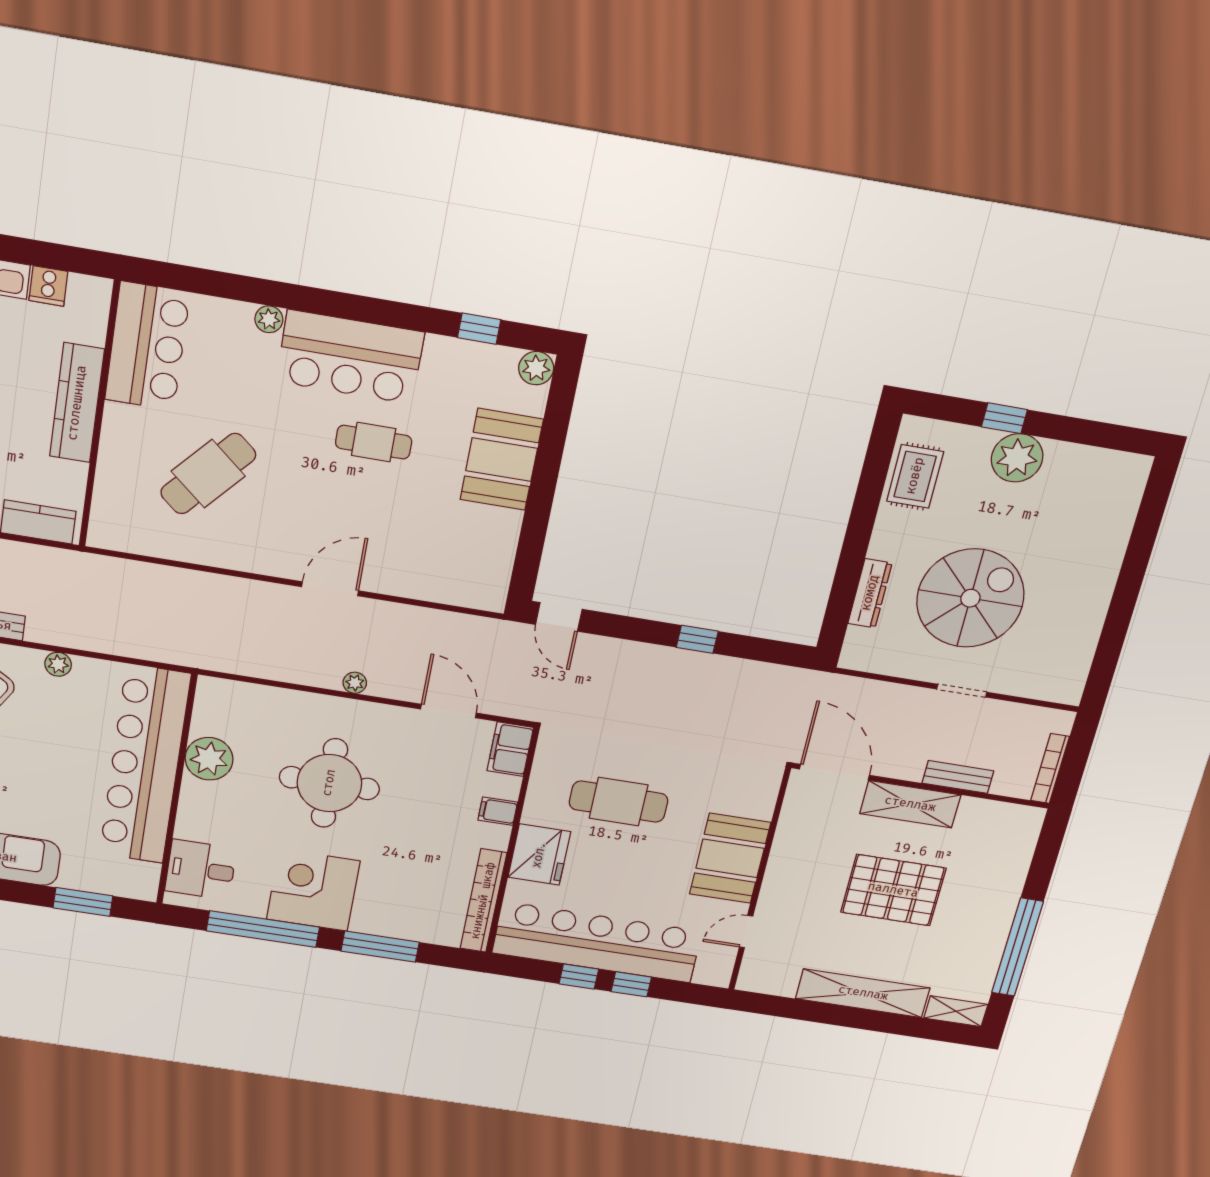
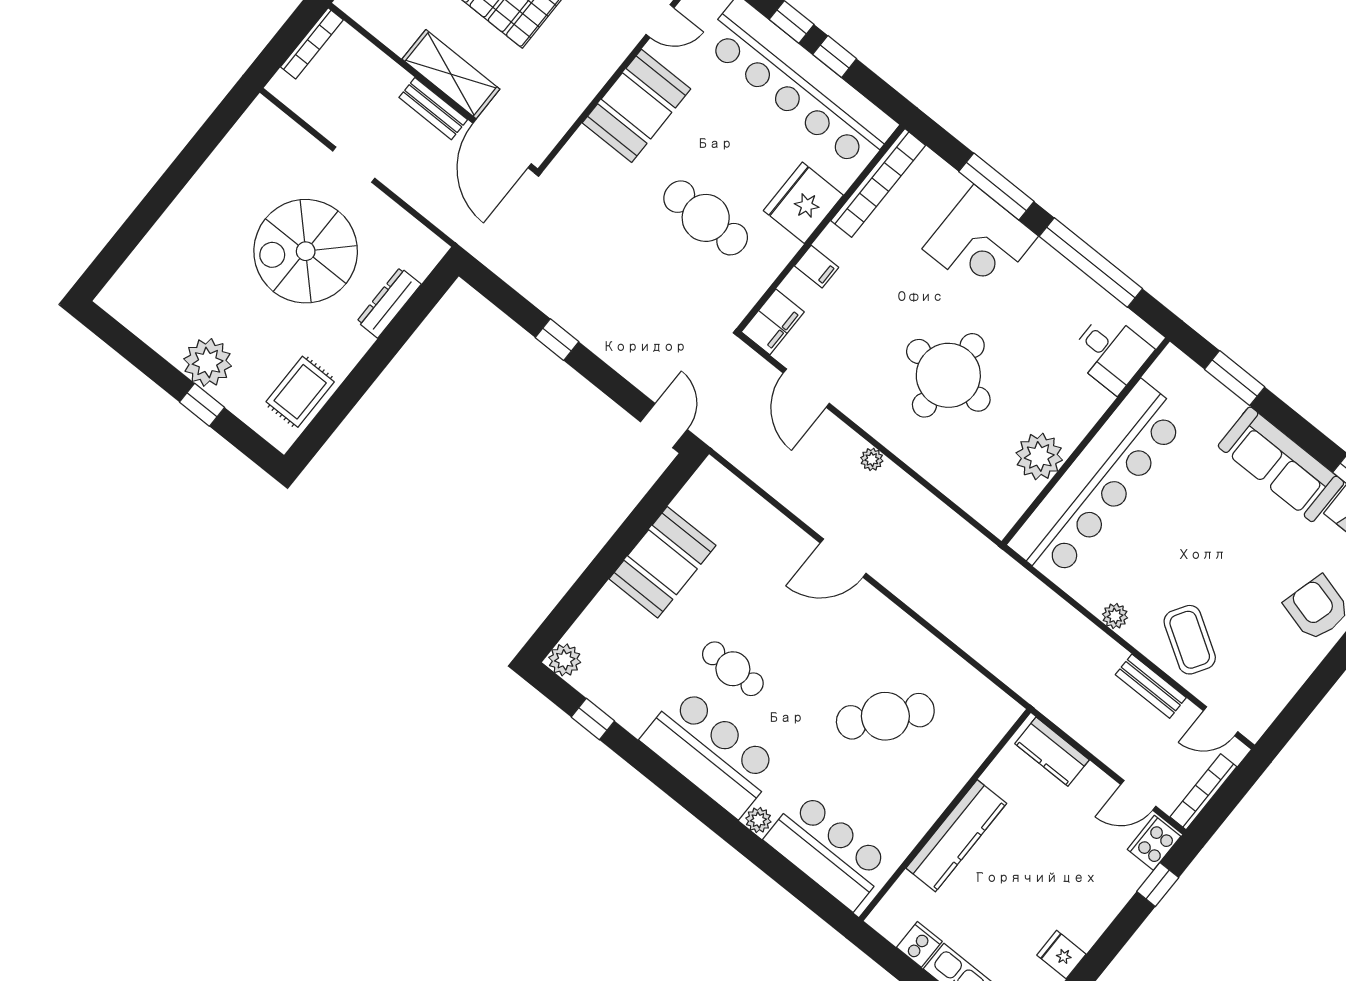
bar counter: (147, 346) -> (828, 851), moved, turned 90
booth: (502, 460) -> (662, 562), moved
bench: (958, 777) -> (433, 109), moved
corner desk: (313, 890) -> (980, 242), moved

